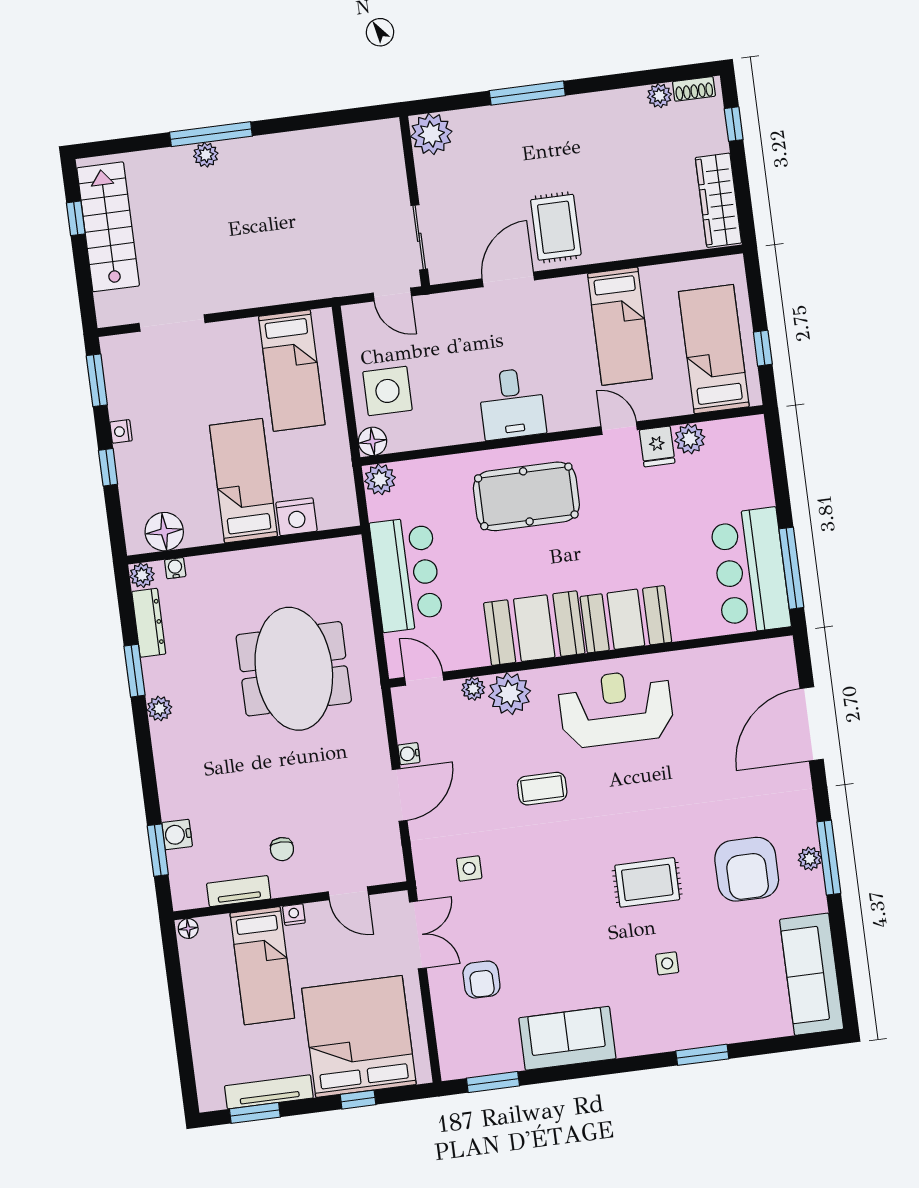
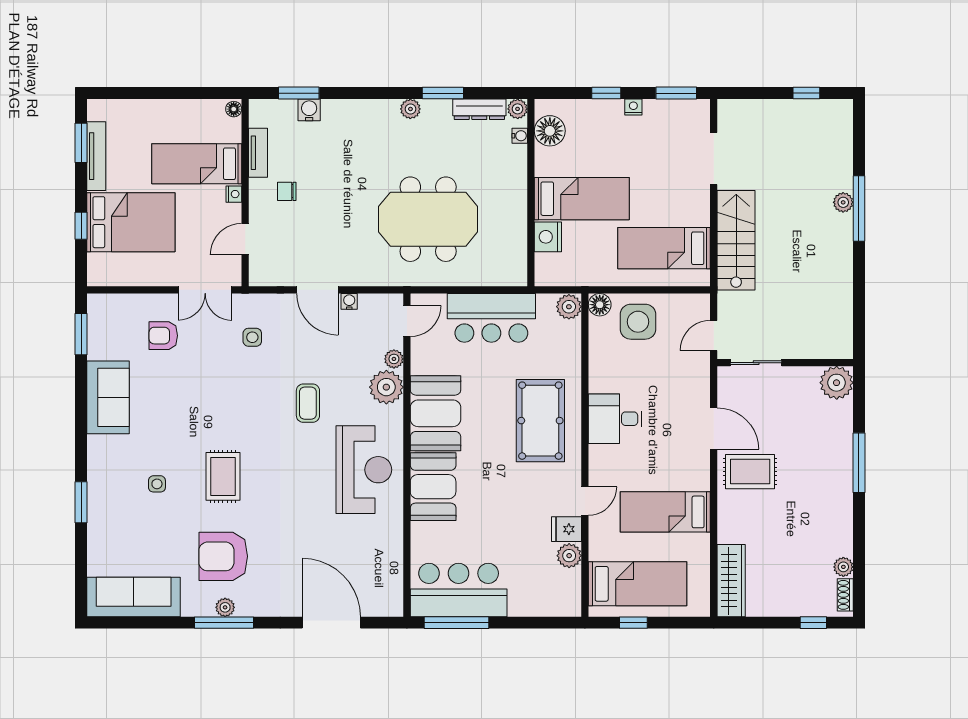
wardrobe: (718, 200) -> (731, 581), moved, turned 90
stairs: (108, 227) -> (736, 240), moved, turned -90
bed: (359, 1036) -> (131, 222), width x0.73

